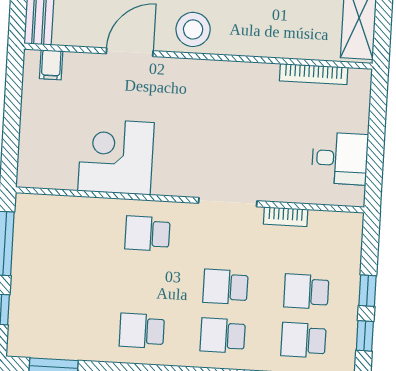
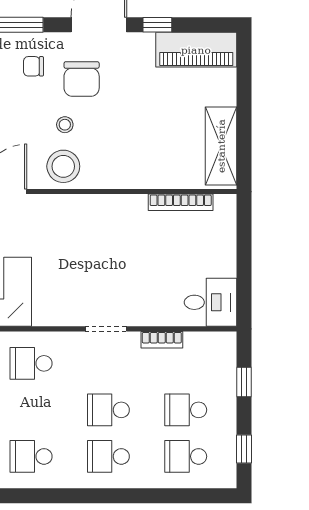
desk: (340, 158) -> (210, 302), moved
doorway: (228, 202) -> (106, 329), width x0.73
window: (367, 291) -> (244, 382), moved

